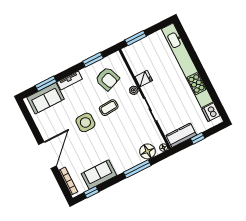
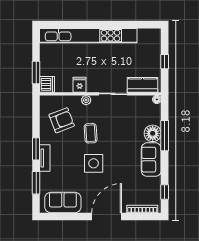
window: (93, 60) -> (36, 149), moved
sofa: (45, 98) -> (63, 203), moved, turned -90
dishwasher: (211, 112) -> (47, 84), moved, turned -90
kitchen counter: (181, 135) -> (143, 85), moved, turned 90
floor lamp: (148, 151) -> (153, 133), moved
door: (47, 155) -> (107, 217), hinge flipped
sofa: (99, 175) -> (151, 160), moved

